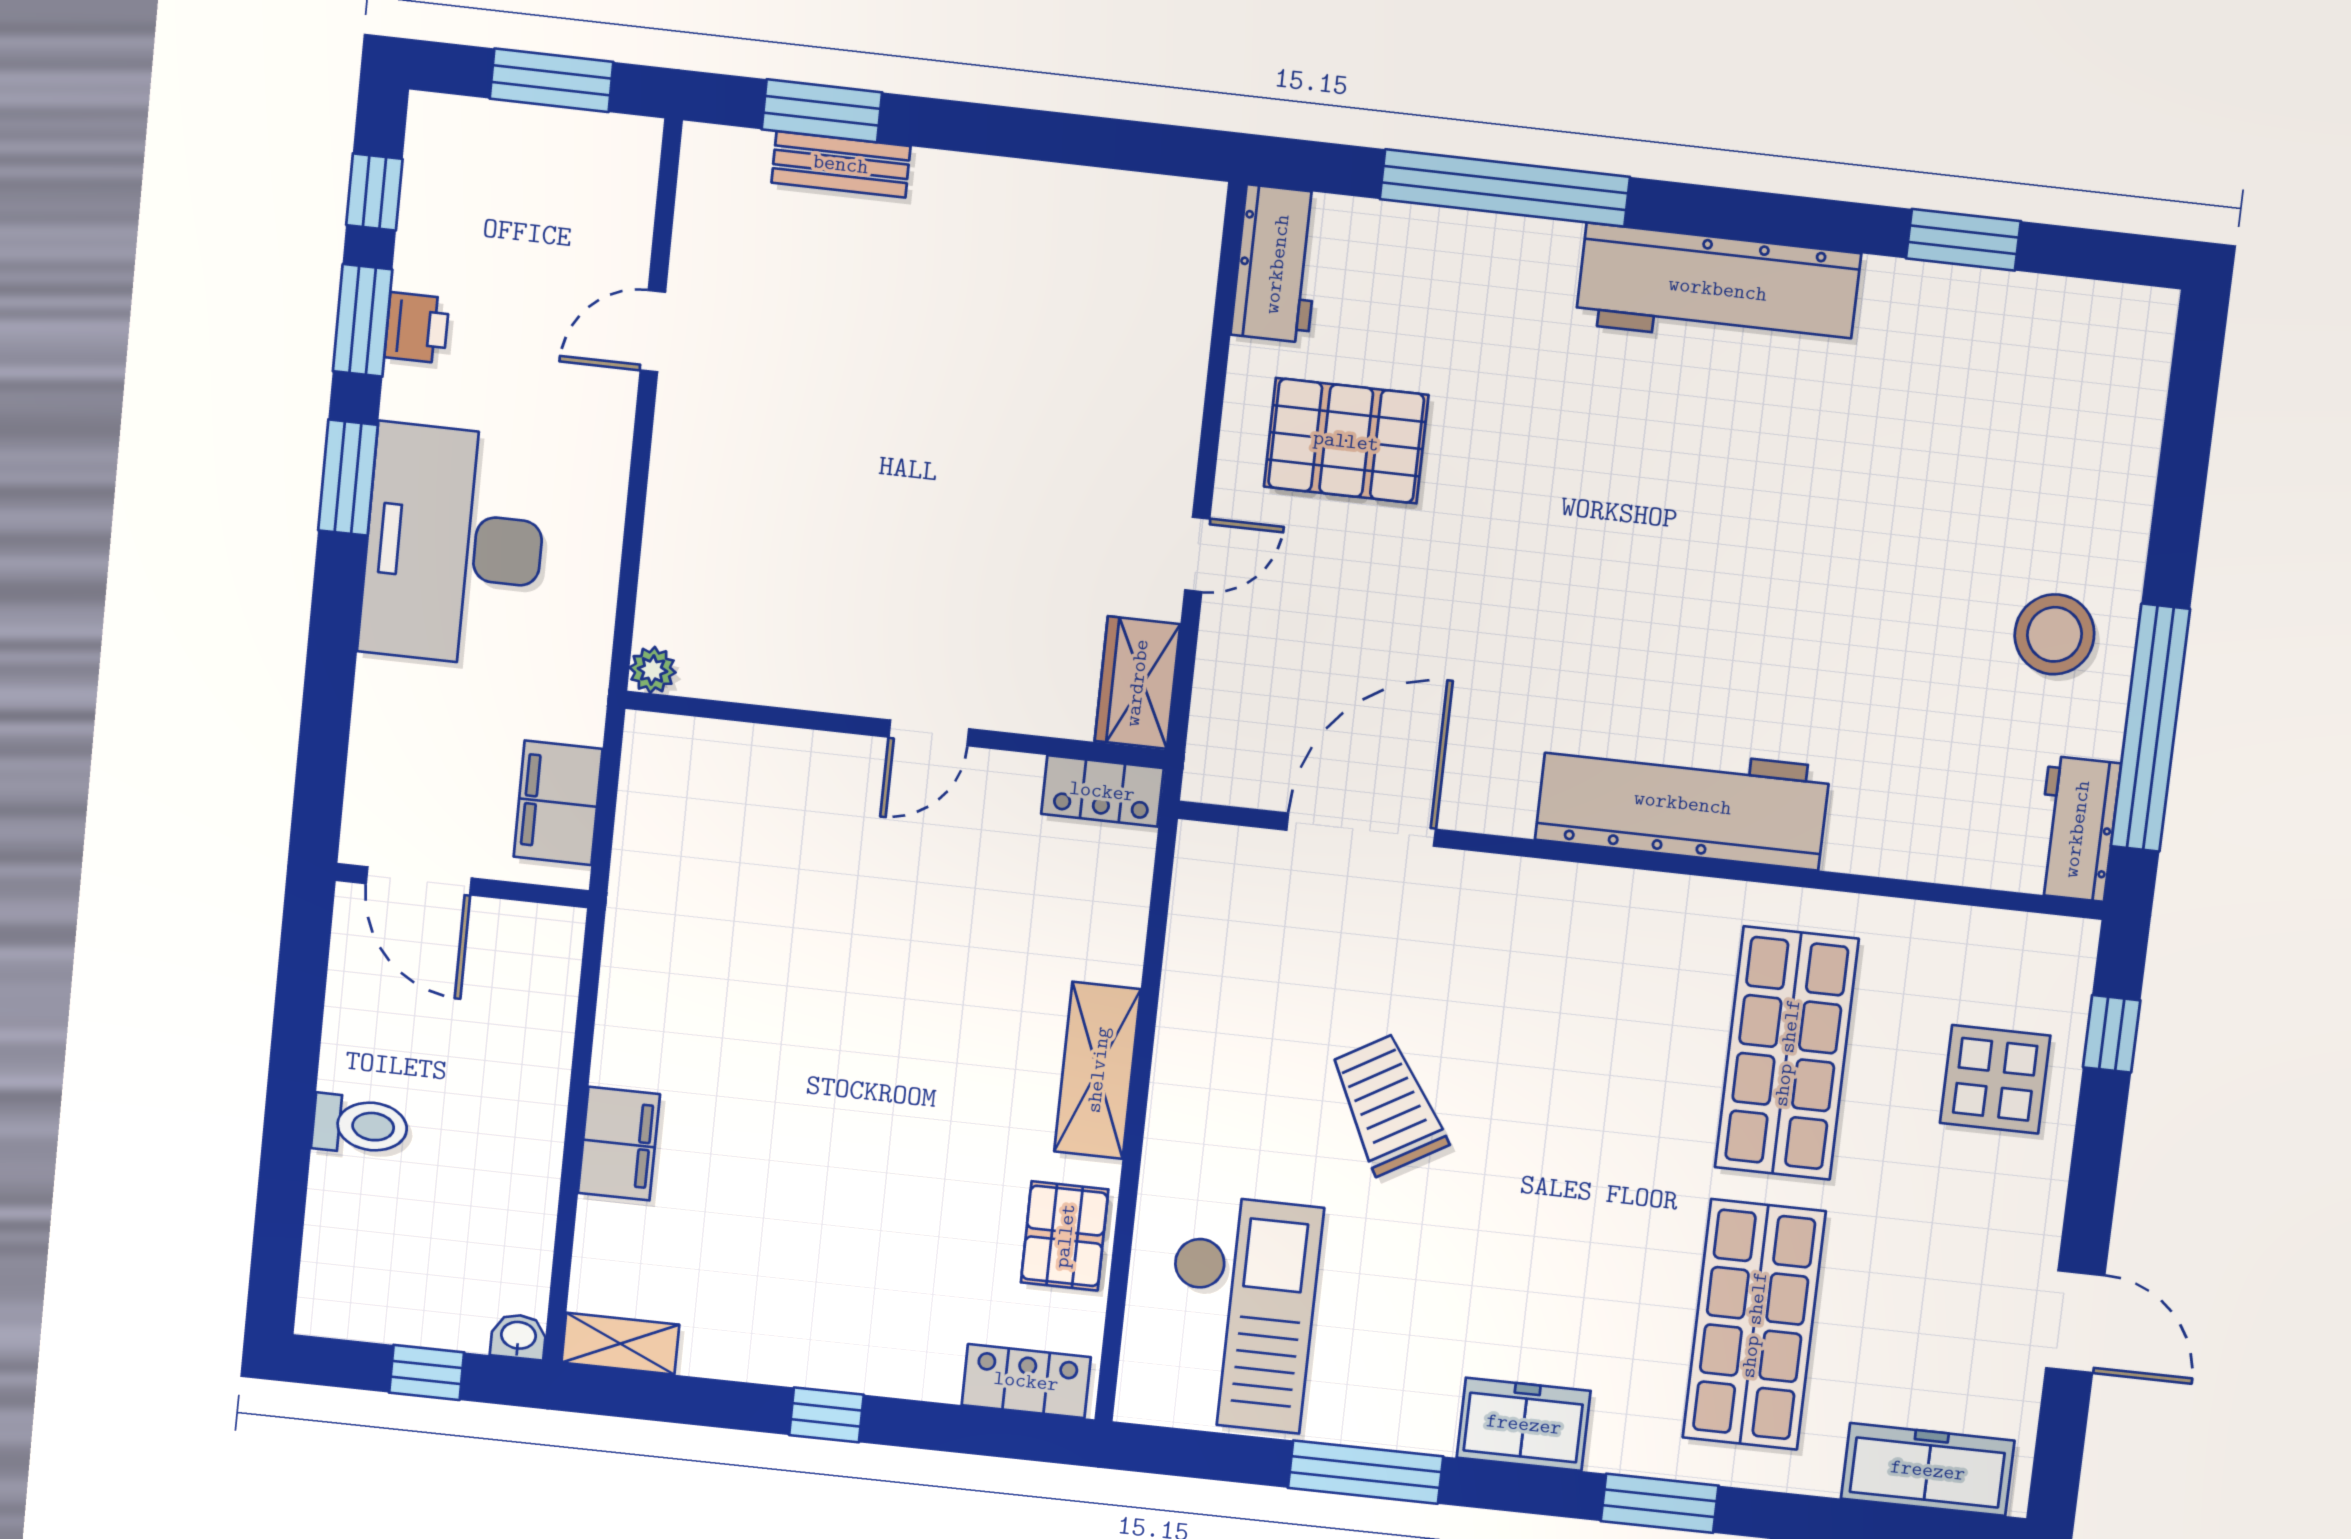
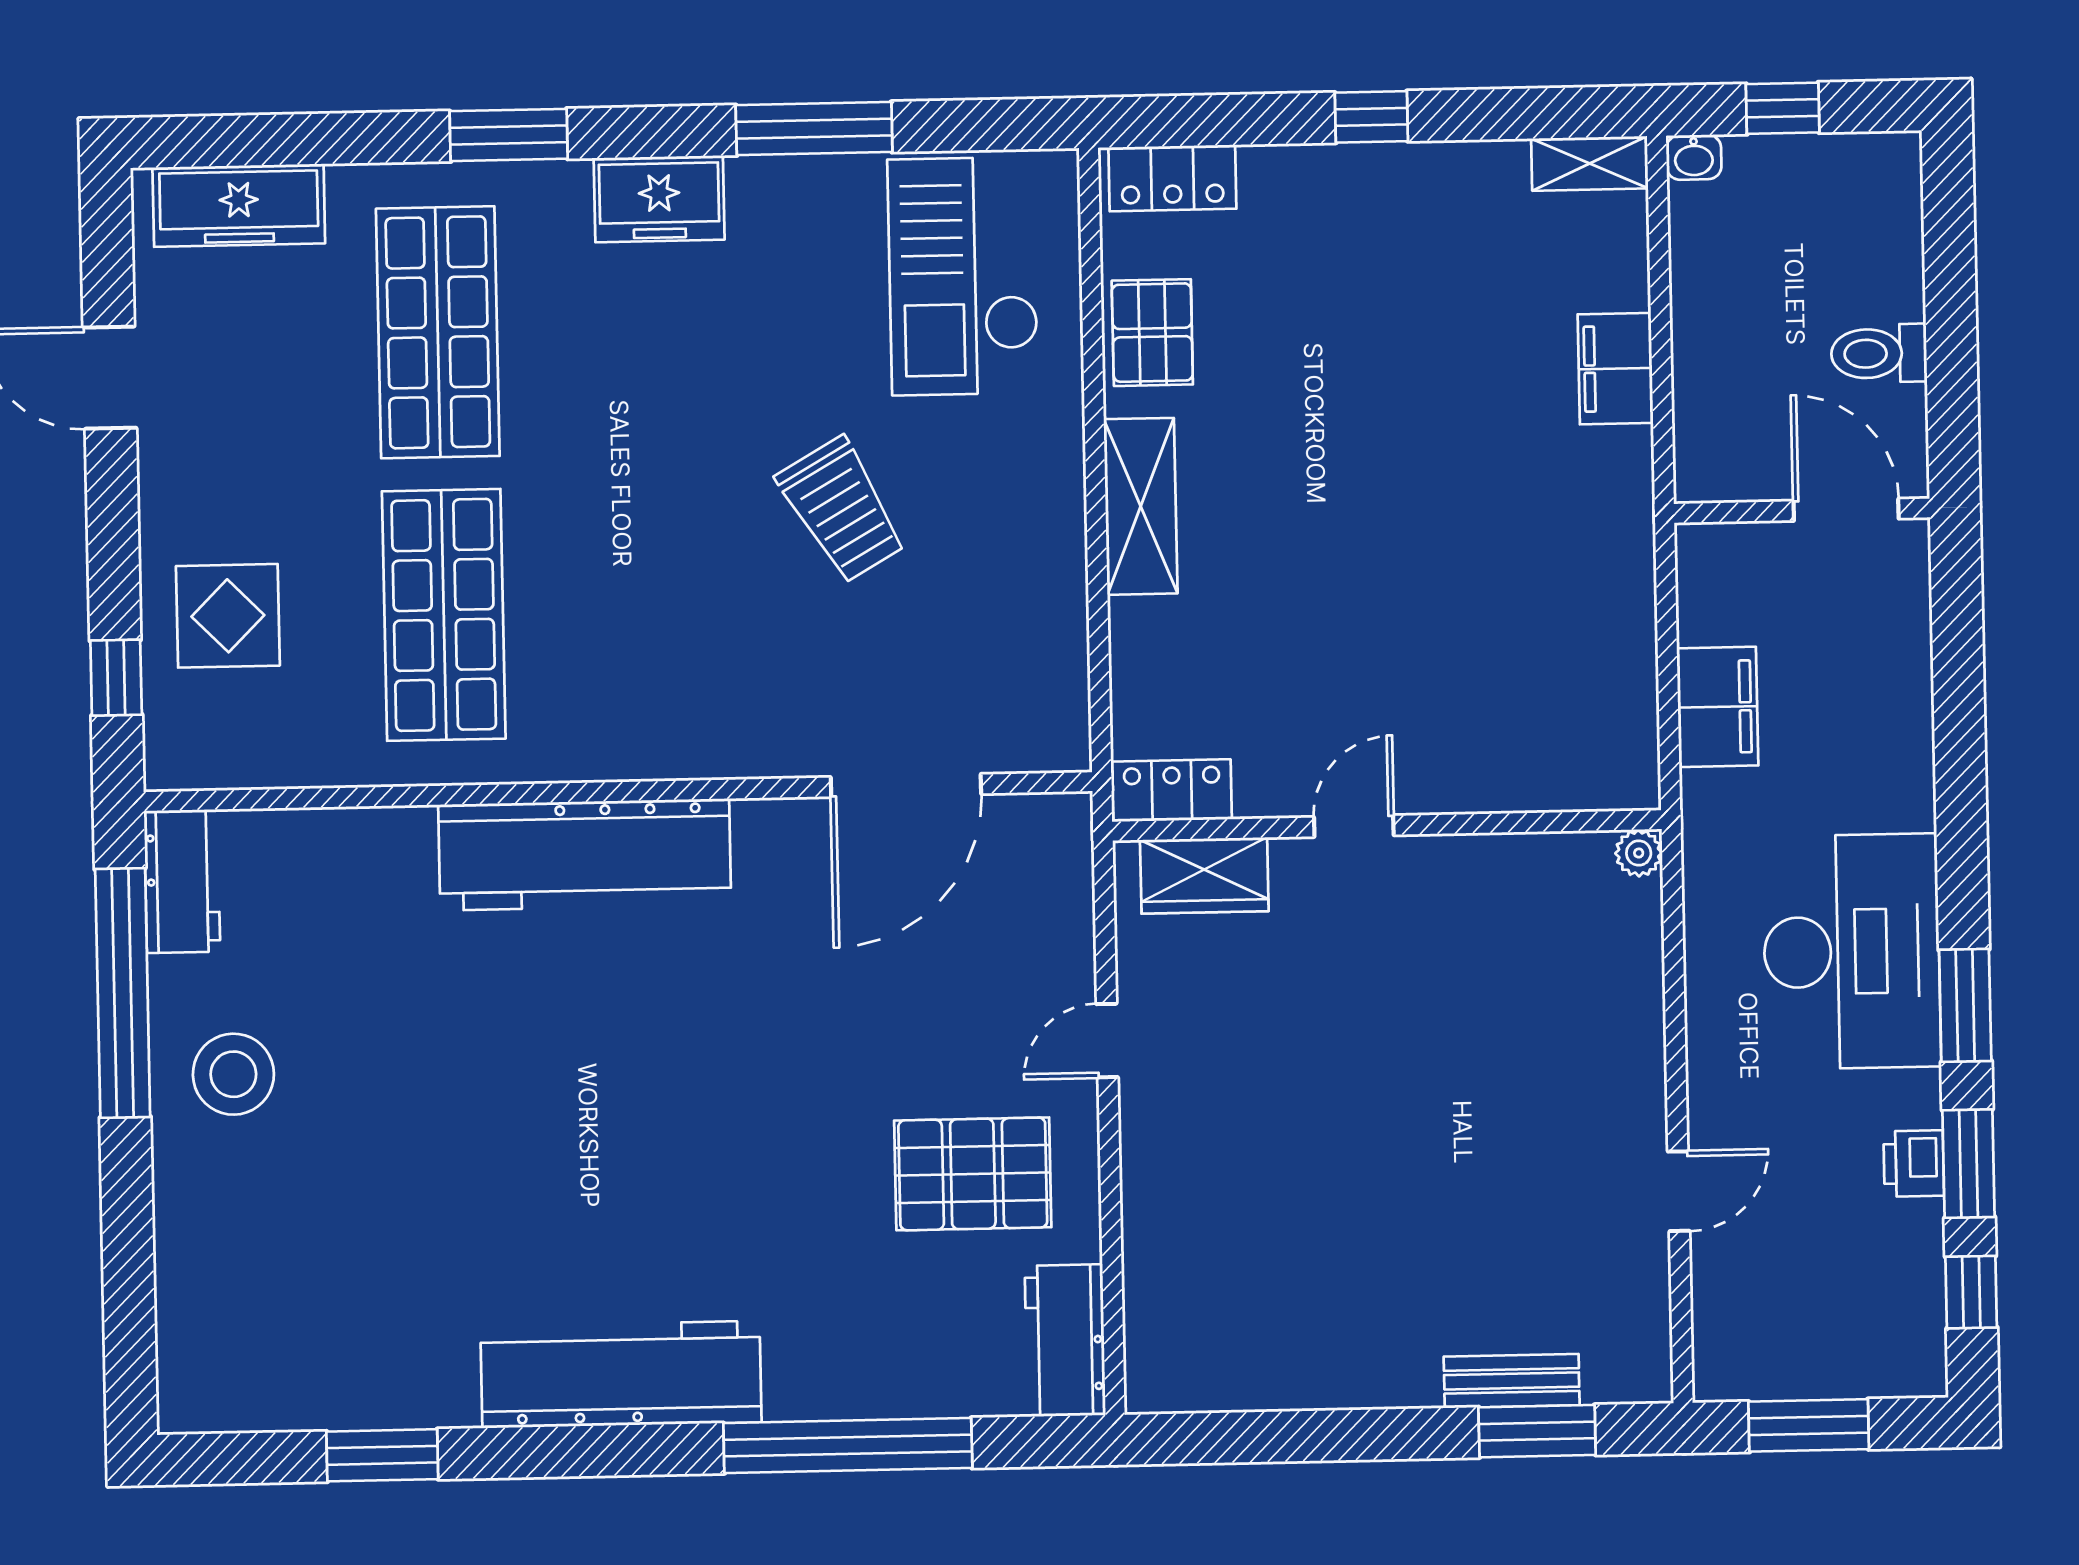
wardrobe: (1137, 683) -> (1204, 875), moved, turned 90
door: (419, 881) -> (1846, 510), moved
wall: (462, 886) -> (1802, 511), moved

